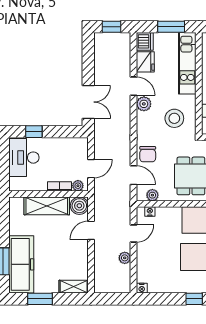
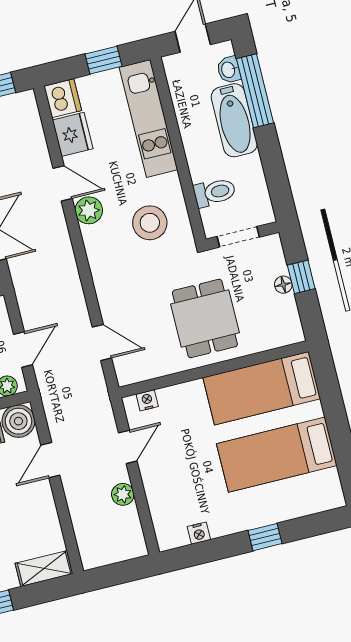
window: (171, 27) -> (104, 60), width x0.67
chair: (148, 154) -> (118, 299), removed
plant: (152, 195) -> (145, 370), removed
nightstand: (142, 288) -> (199, 533), moved

